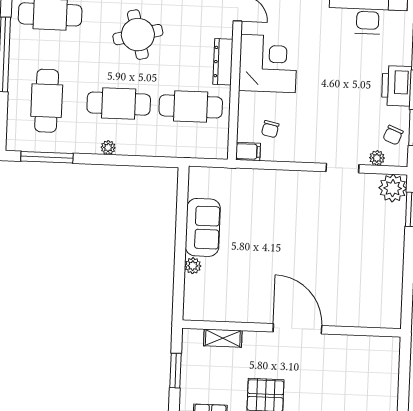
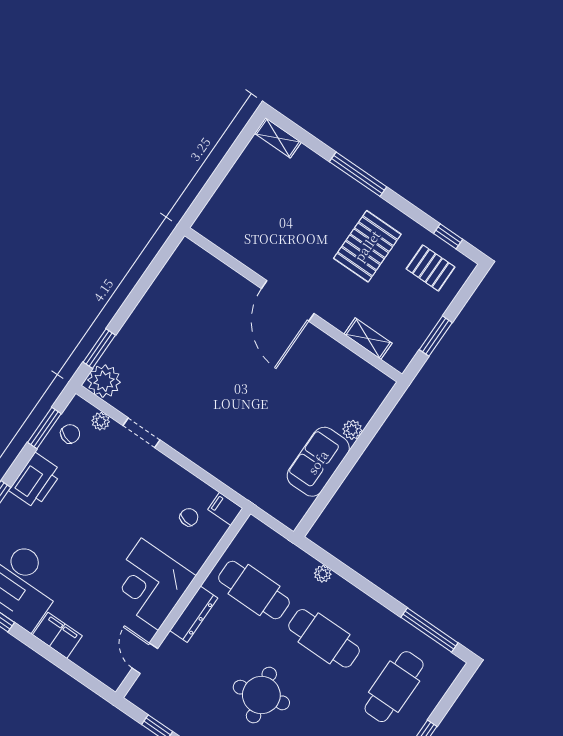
plant: (108, 148) -> (323, 574), moved

